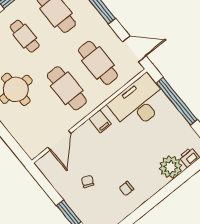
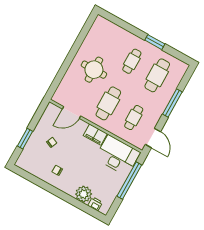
cafe table: (98, 63) -> (134, 118), width x0.73, depth x0.74
filing cabinet: (100, 121) -> (95, 135), width x2.00

